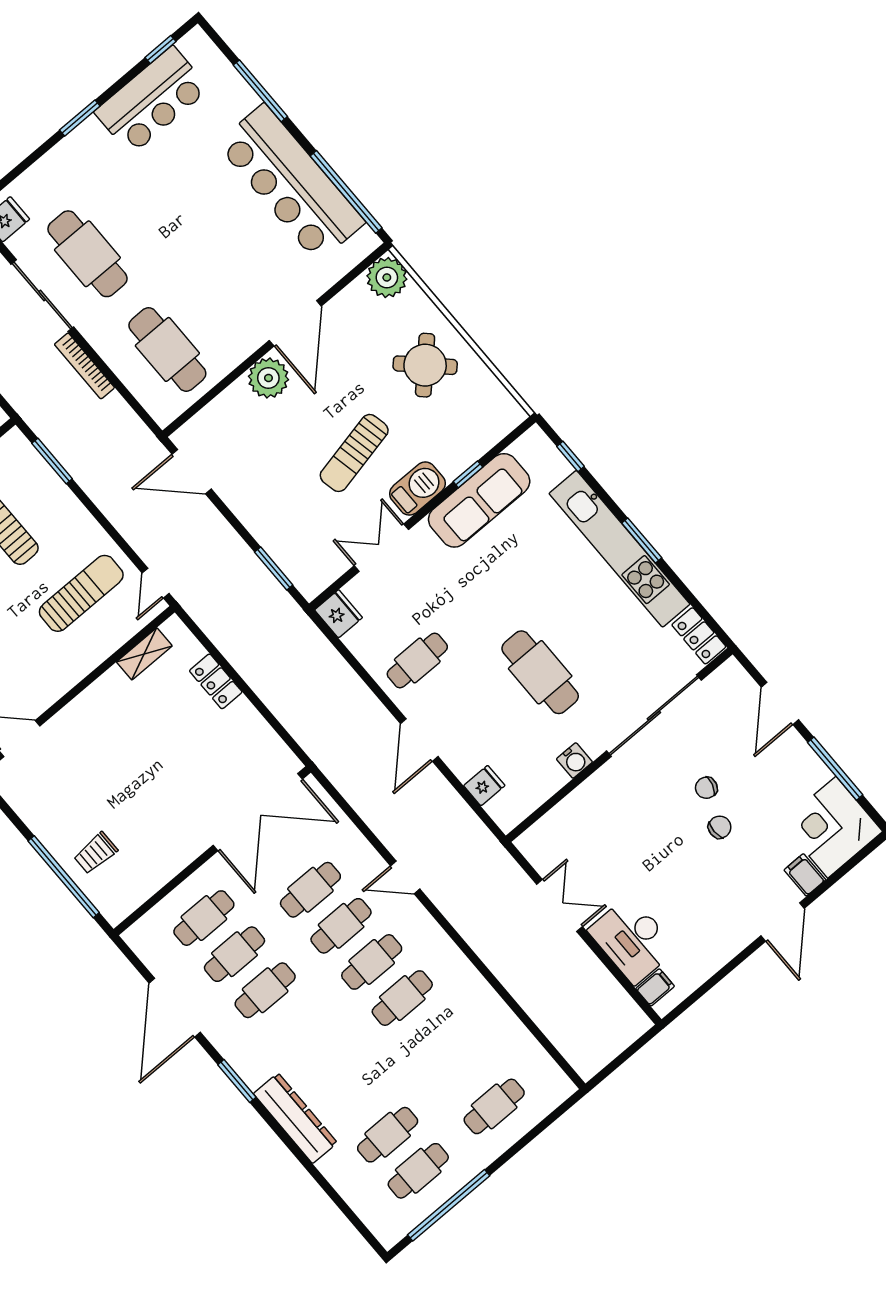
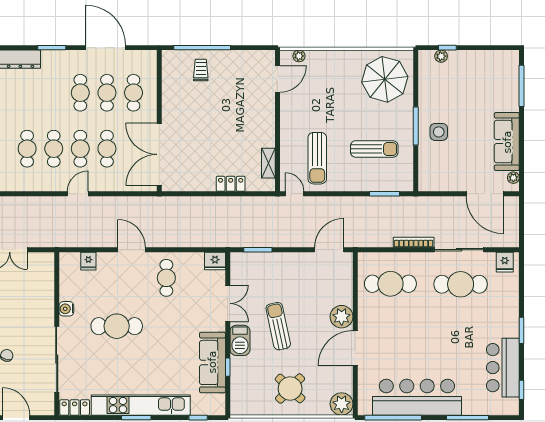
door: (295, 323) -> (355, 348), hinge flipped

